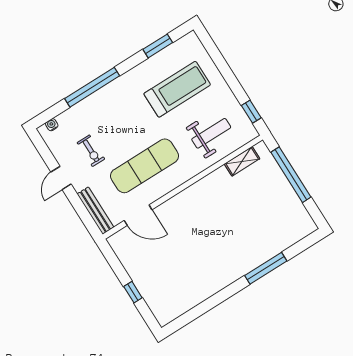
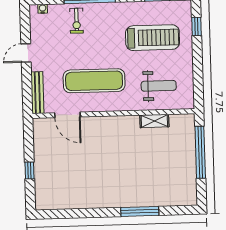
window: (251, 112) -> (196, 26), moved
exercise bike: (91, 151) -> (77, 21), moved
shelving: (242, 161) -> (154, 121), moved

